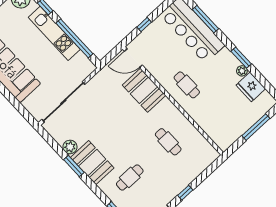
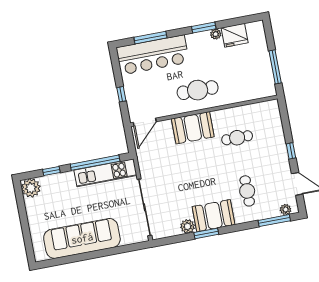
kitchen unit: (54, 33) -> (105, 173), moved
cafe table: (187, 85) -> (198, 90), width x1.37, depth x1.35
booth: (144, 90) -> (193, 128), moved
window: (256, 127) -> (275, 67), moved

